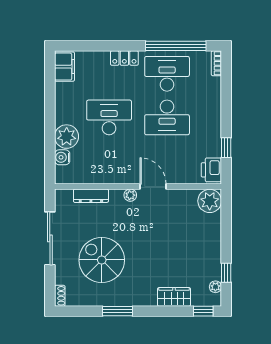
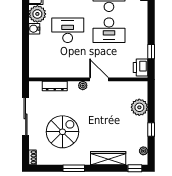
plant: (67, 137) -> (37, 14), moved
water cooler: (62, 157) -> (34, 29), moved
plant: (210, 201) -> (139, 107), moved
spiral stairs: (102, 260) -> (62, 132), turned 90
window: (226, 273) -> (151, 130), moved
wardrobe: (174, 297) -> (108, 158), width x1.50

